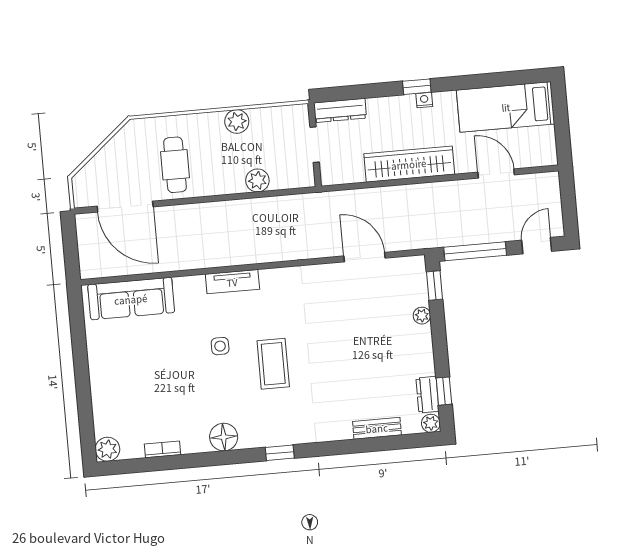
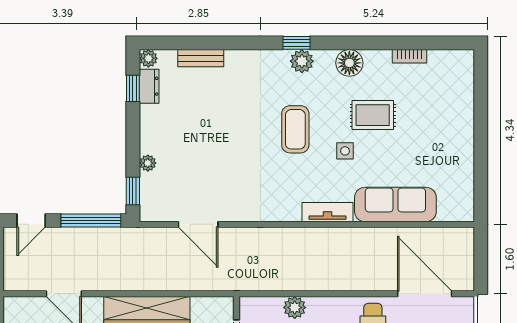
sofa: (131, 299) -> (395, 204), moved
rug: (195, 386) -> (373, 115), added
plant: (107, 449) -> (302, 61), moved

